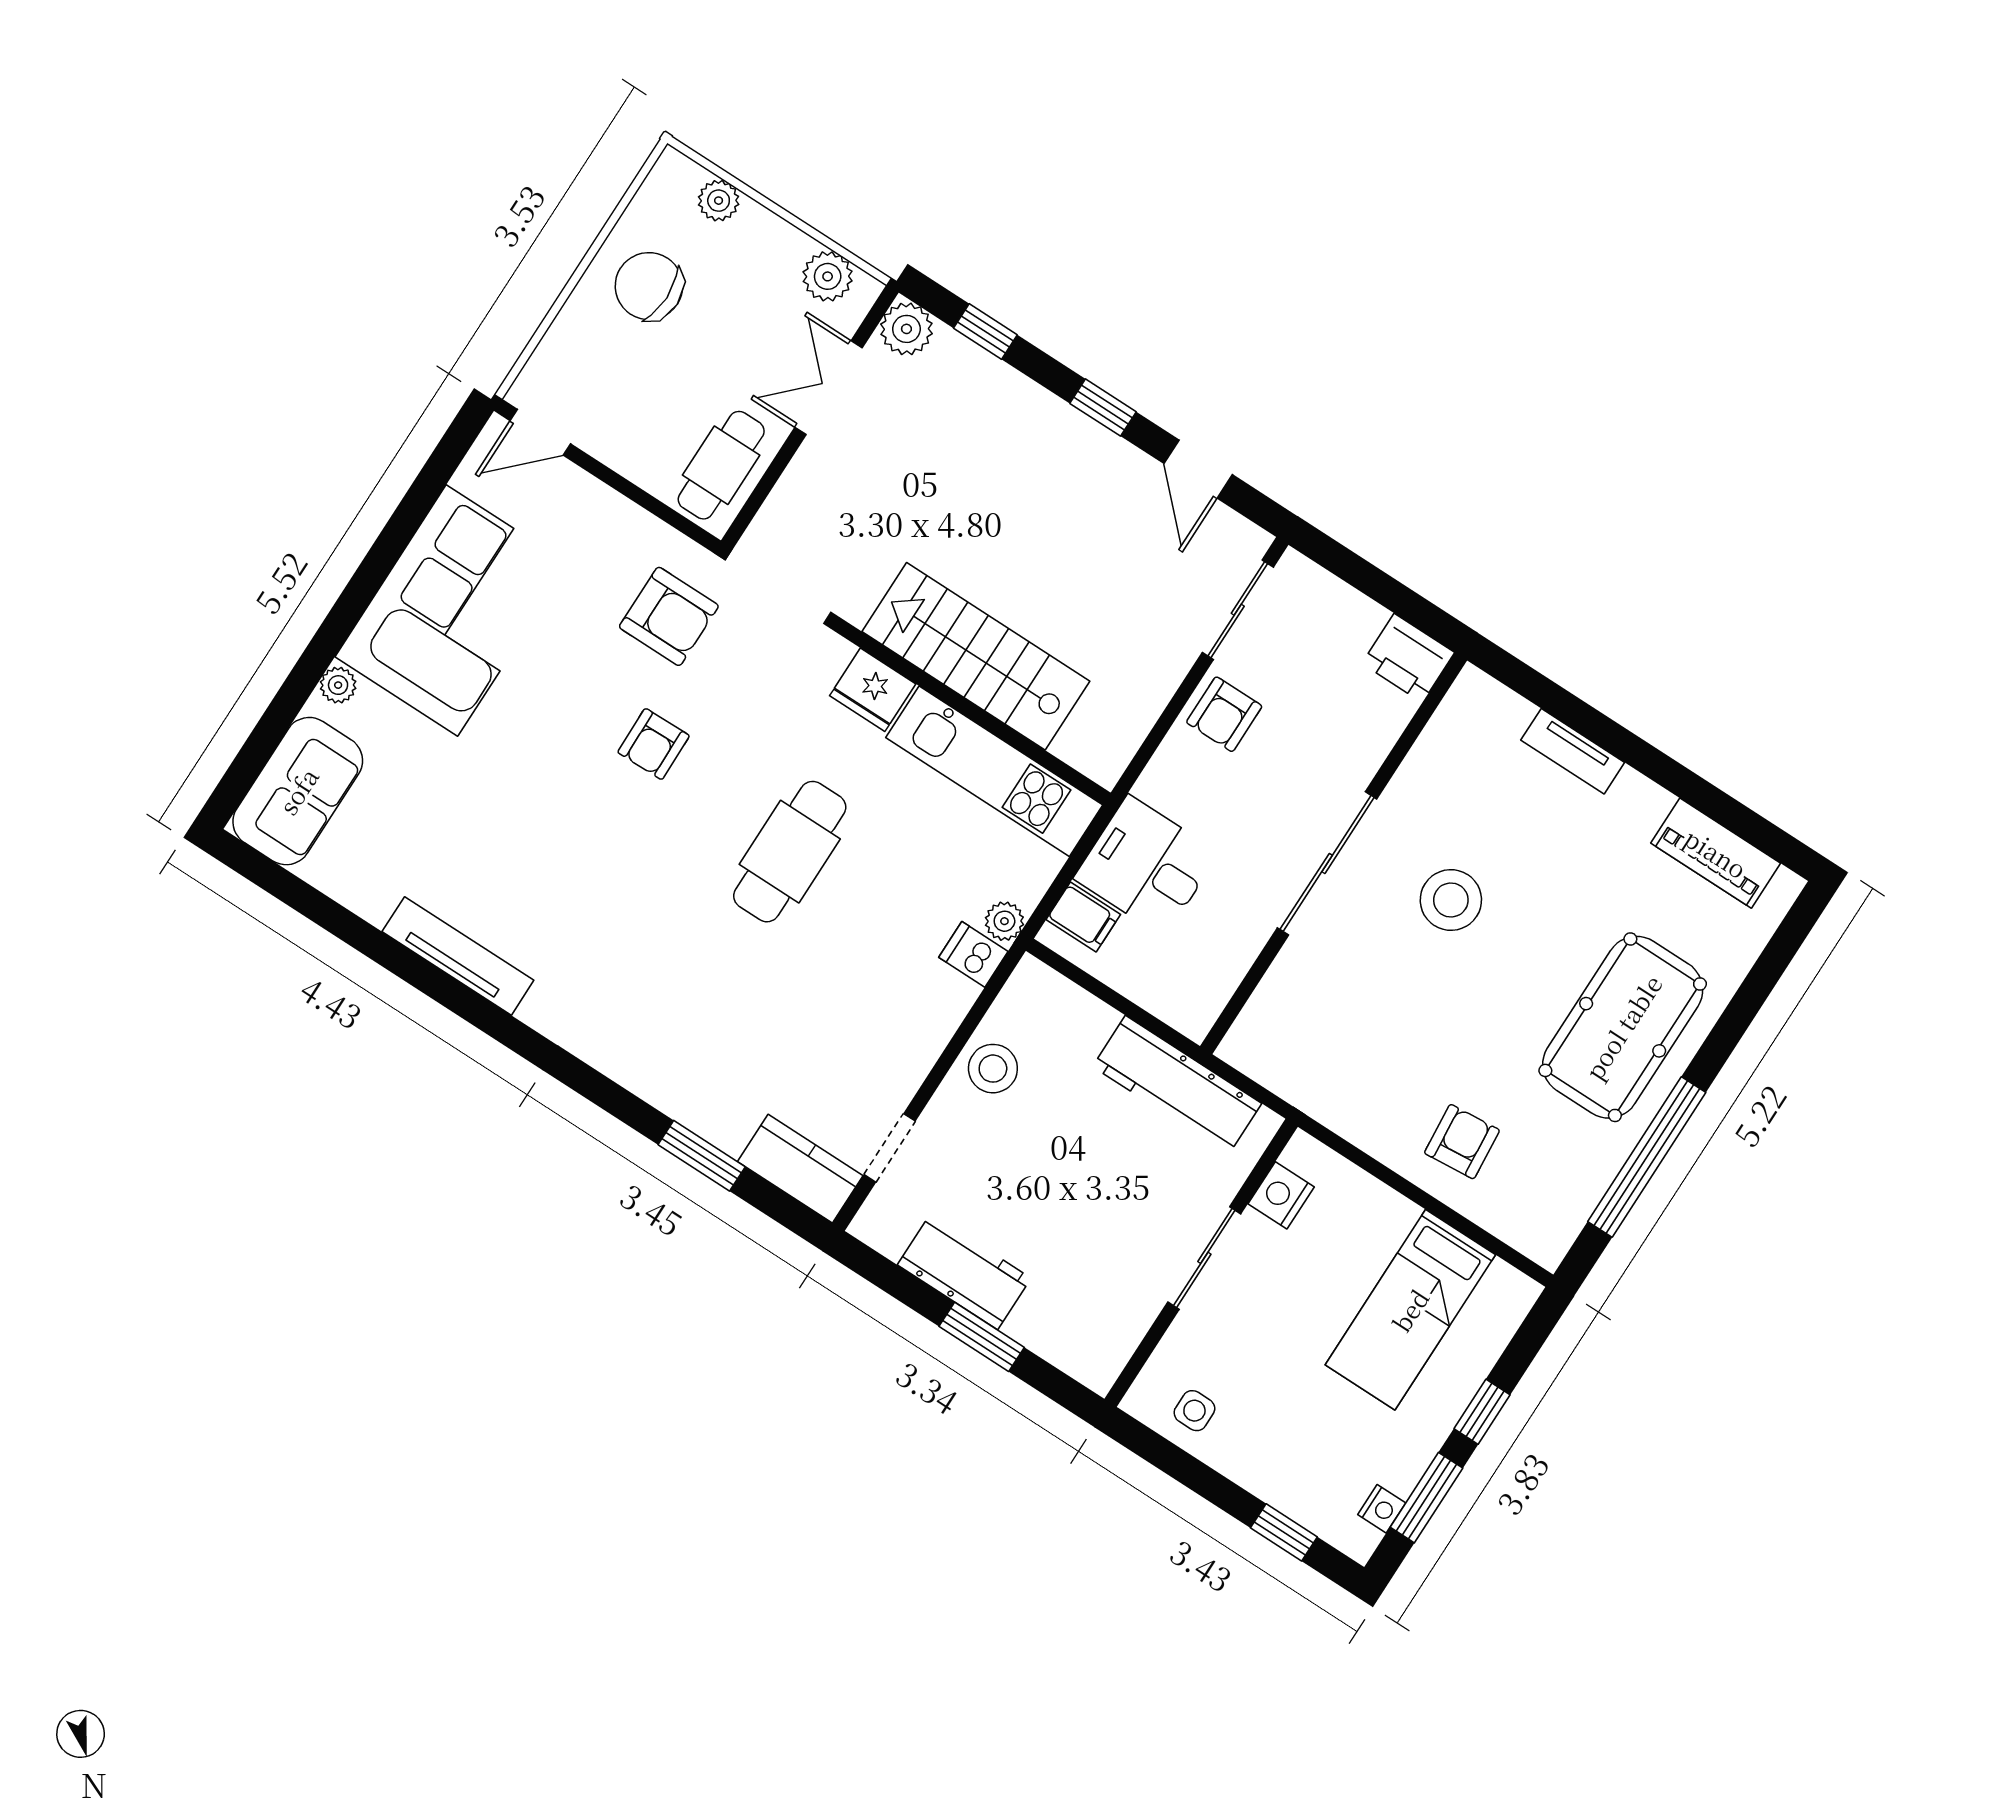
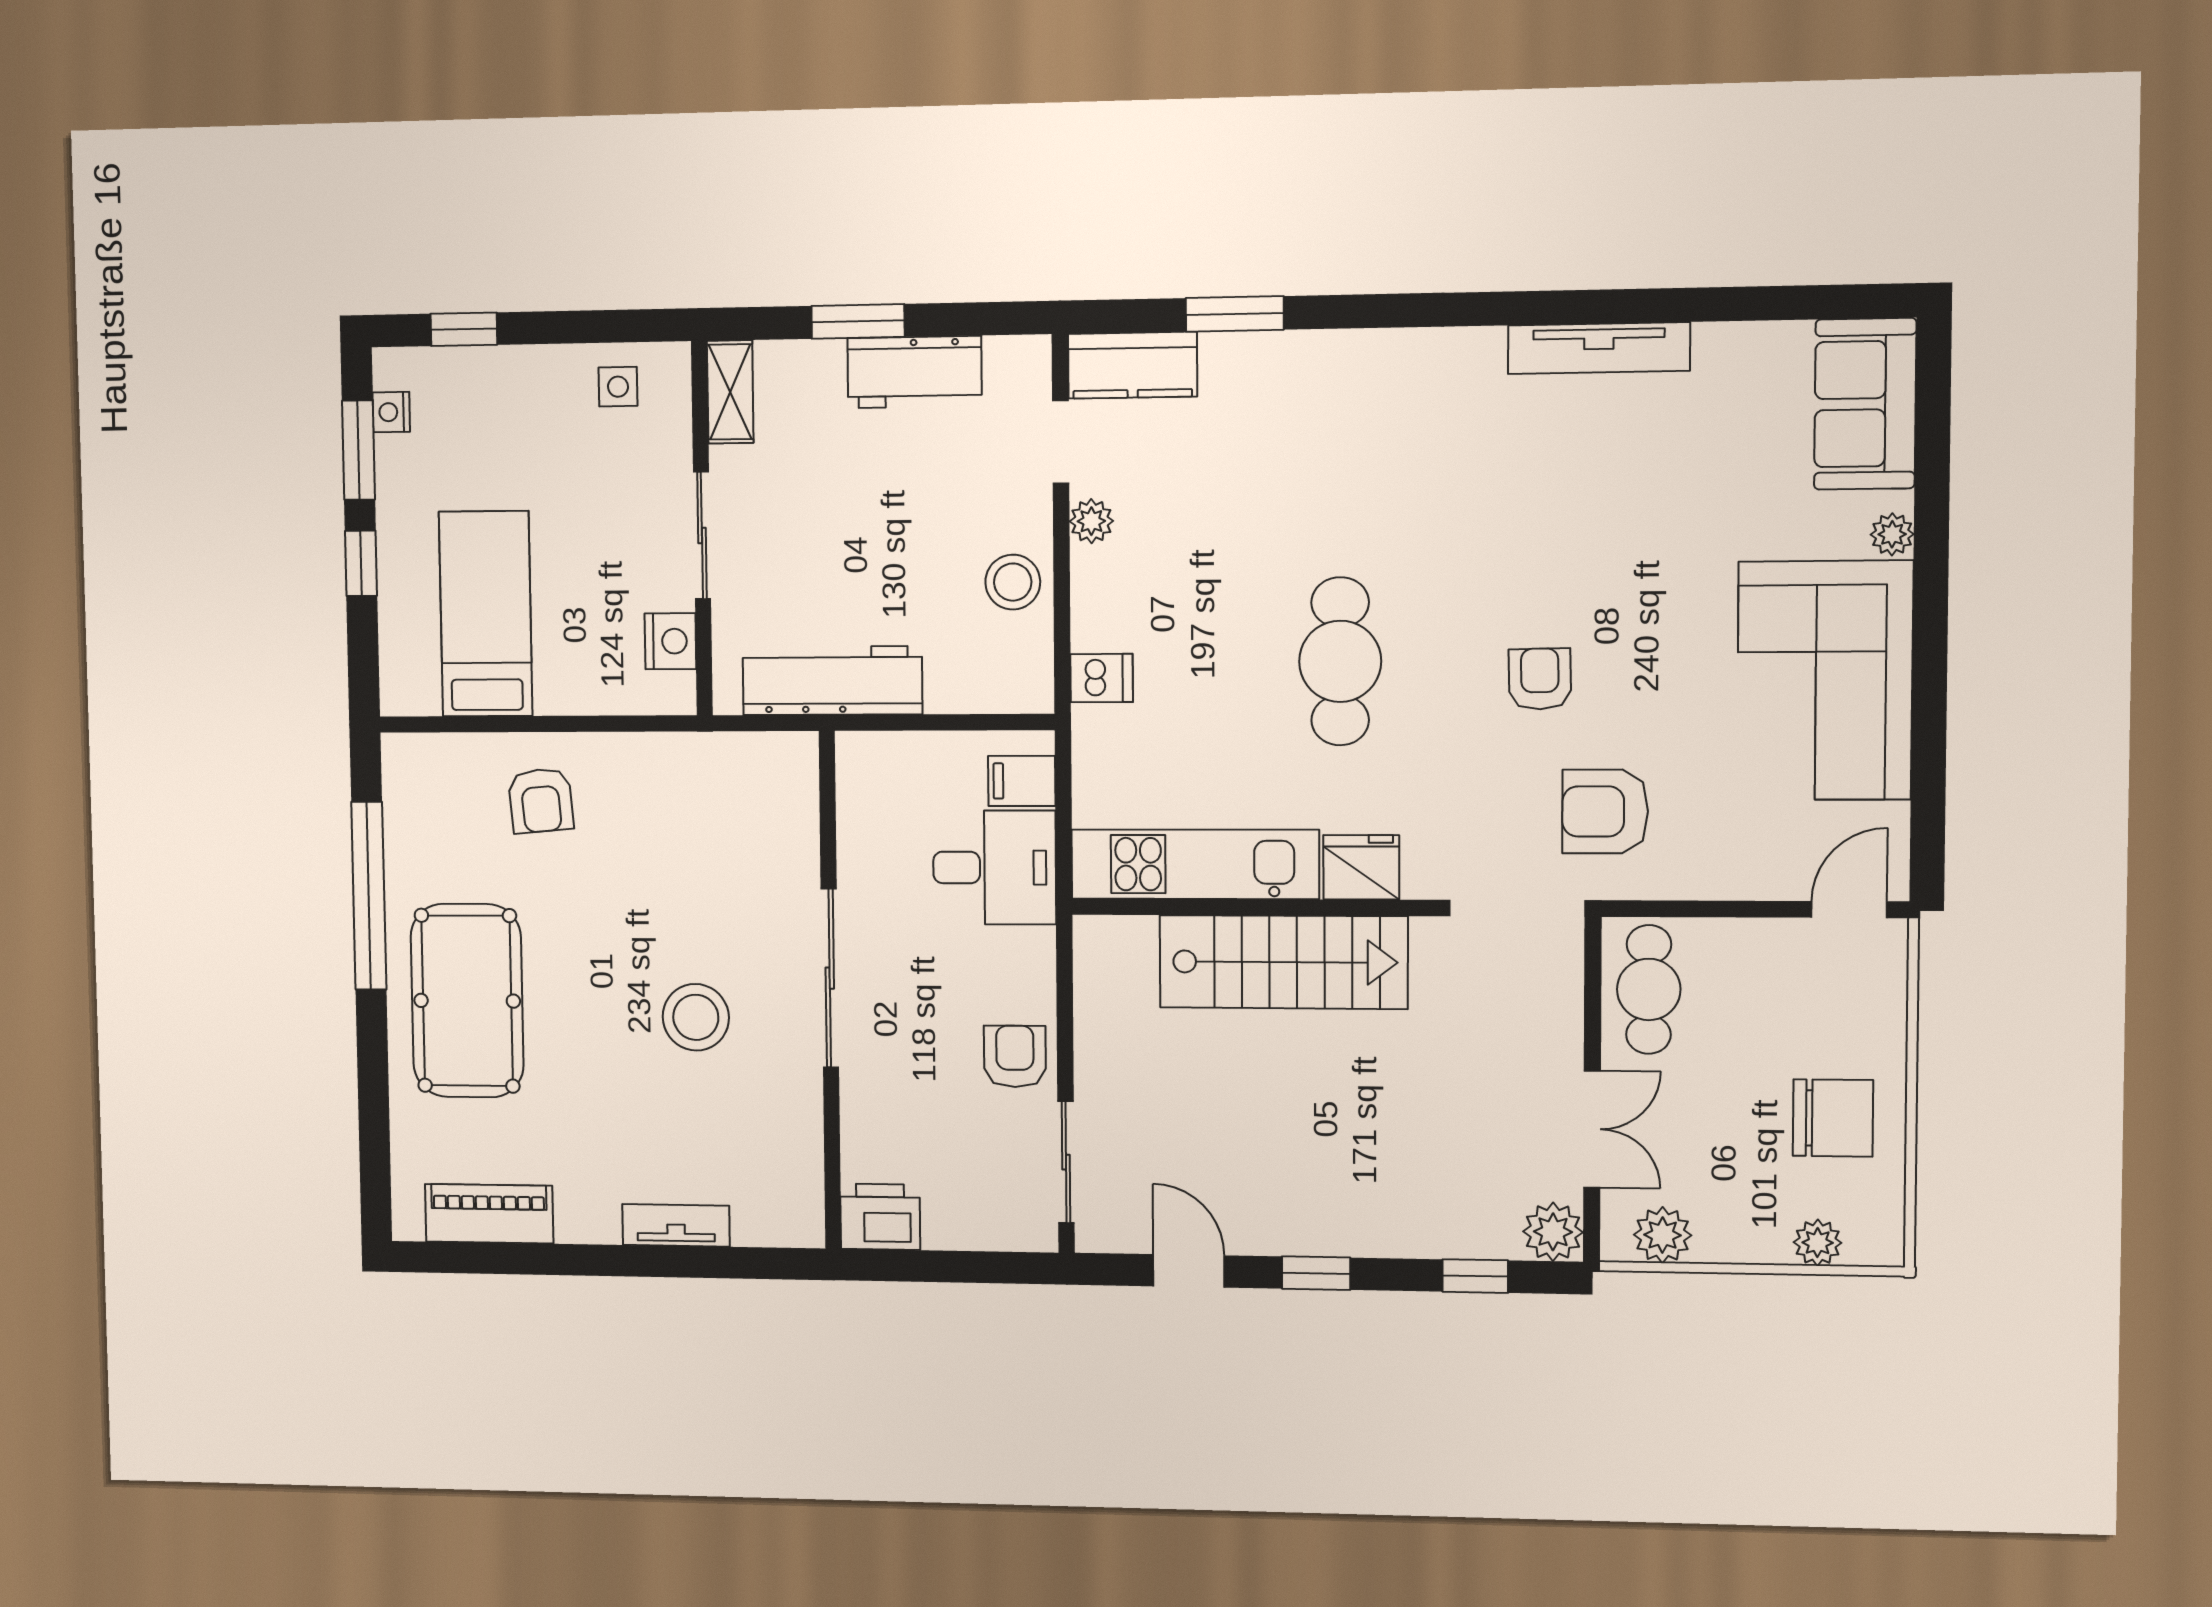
plant: (1004, 921) -> (1091, 521), moved
shelving: (1112, 1350) -> (730, 392), added

